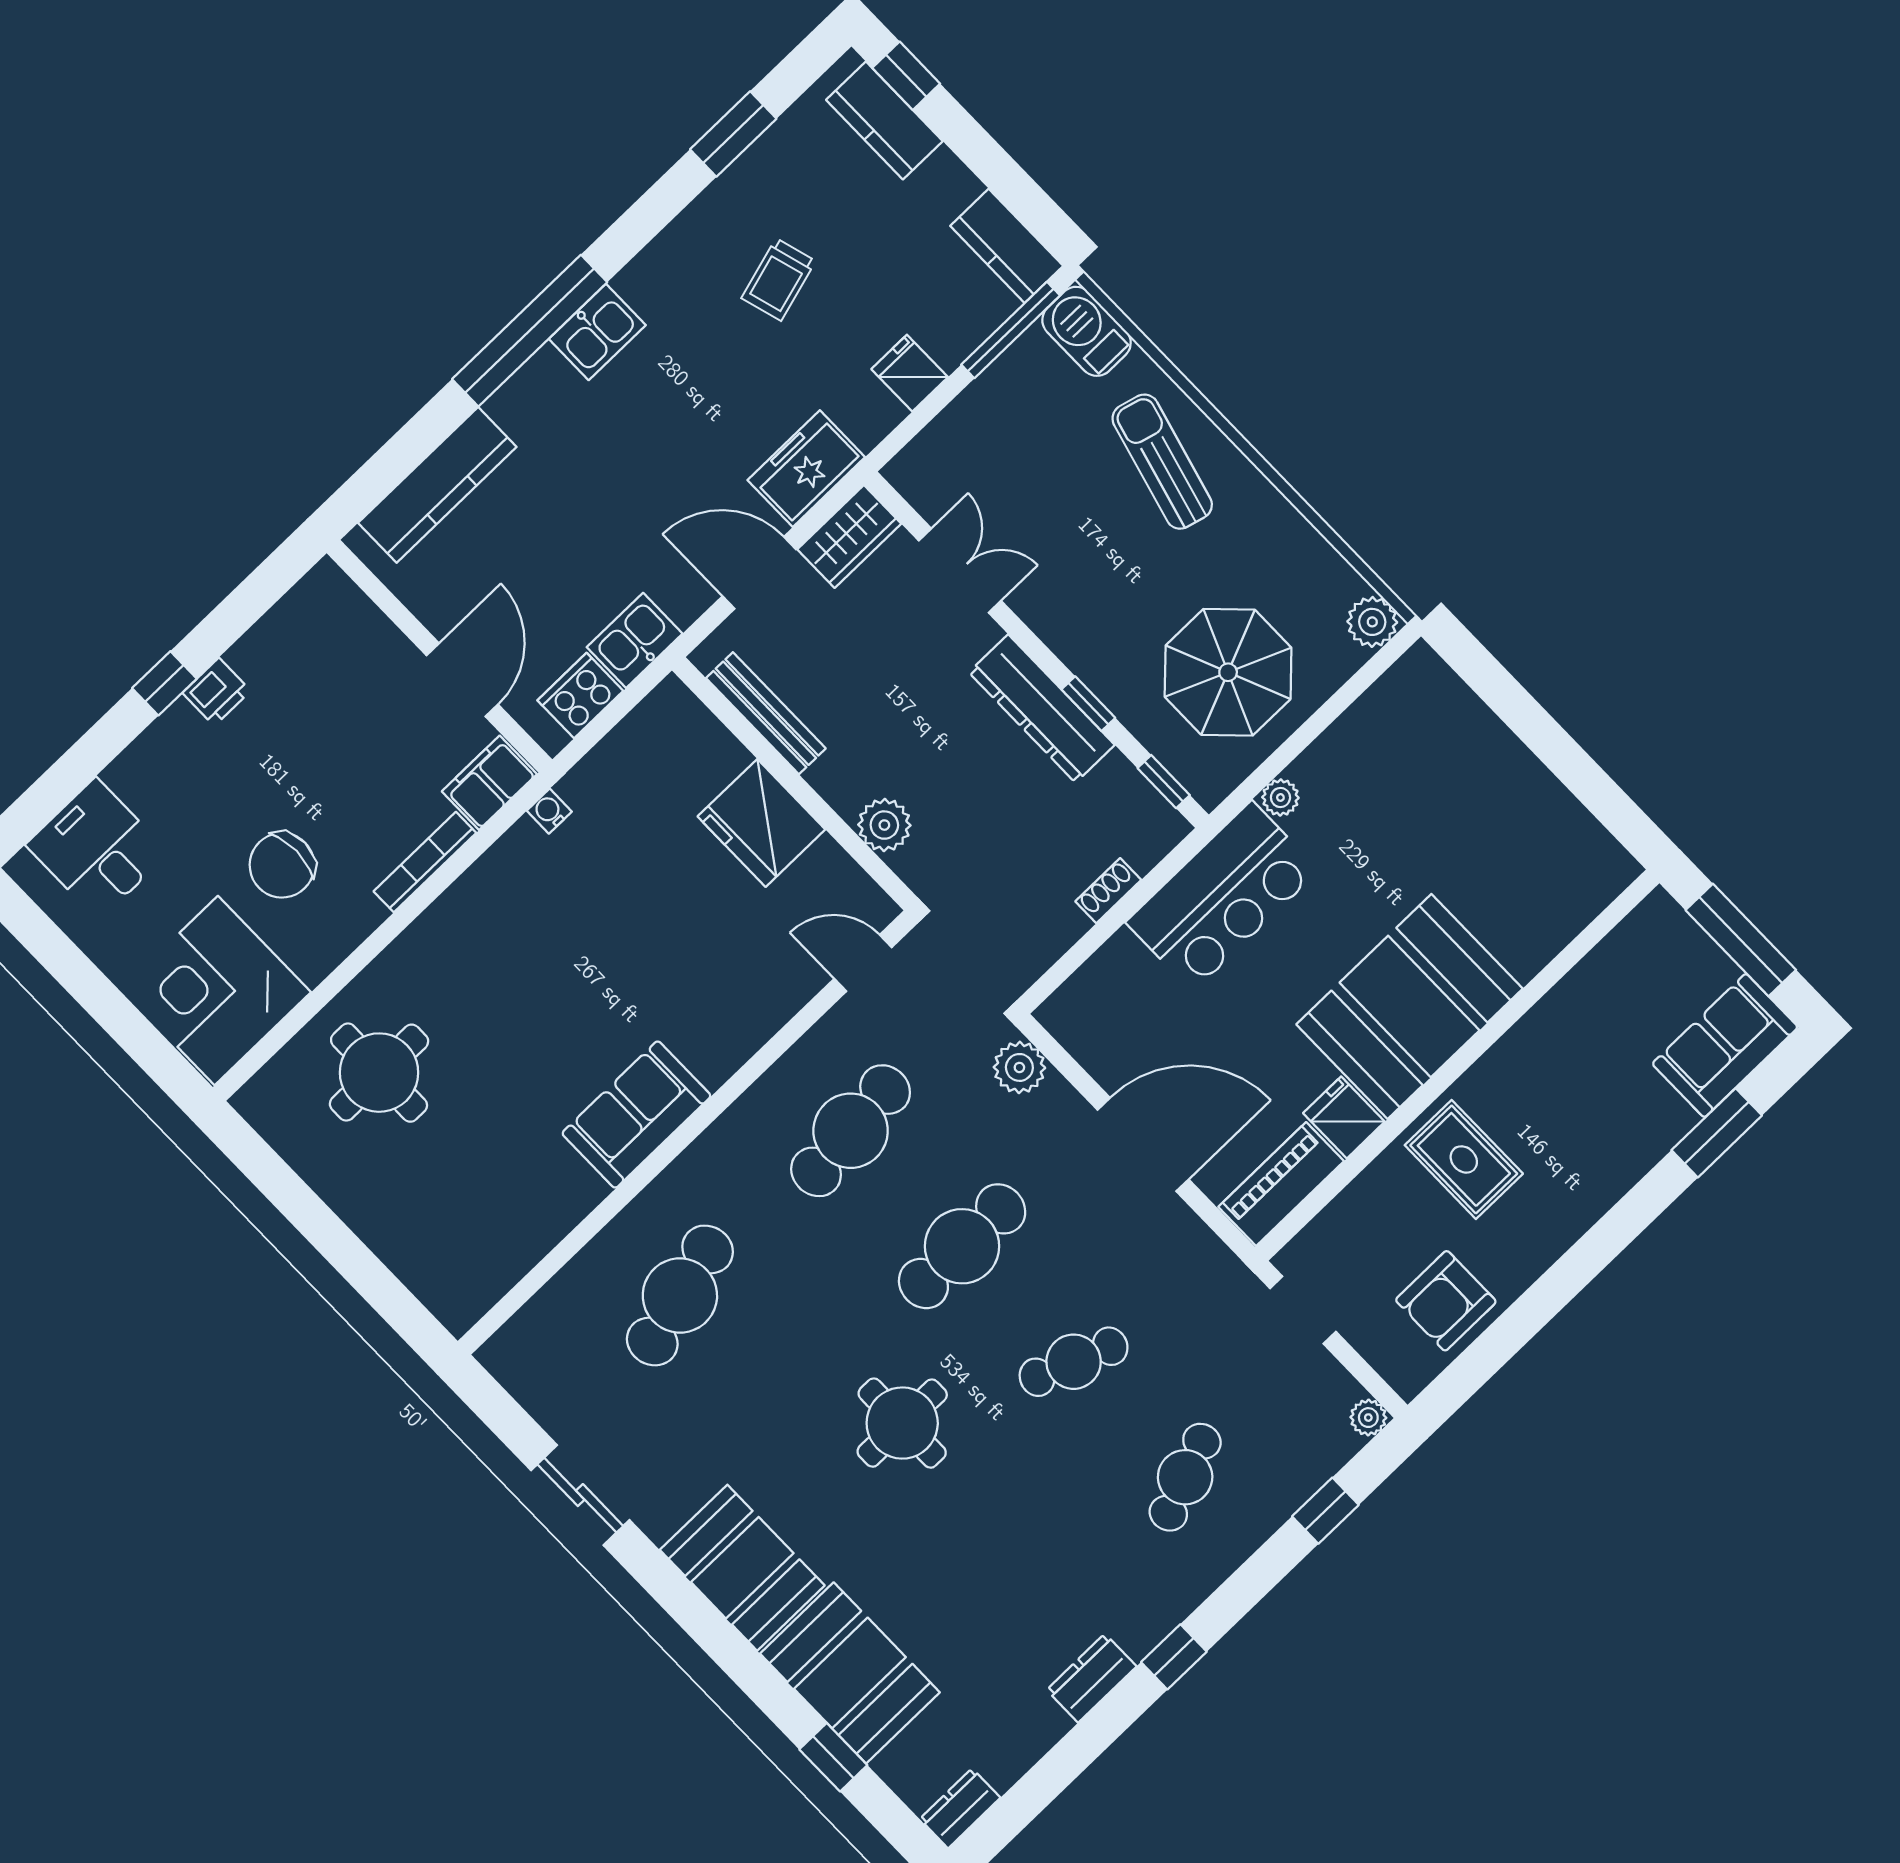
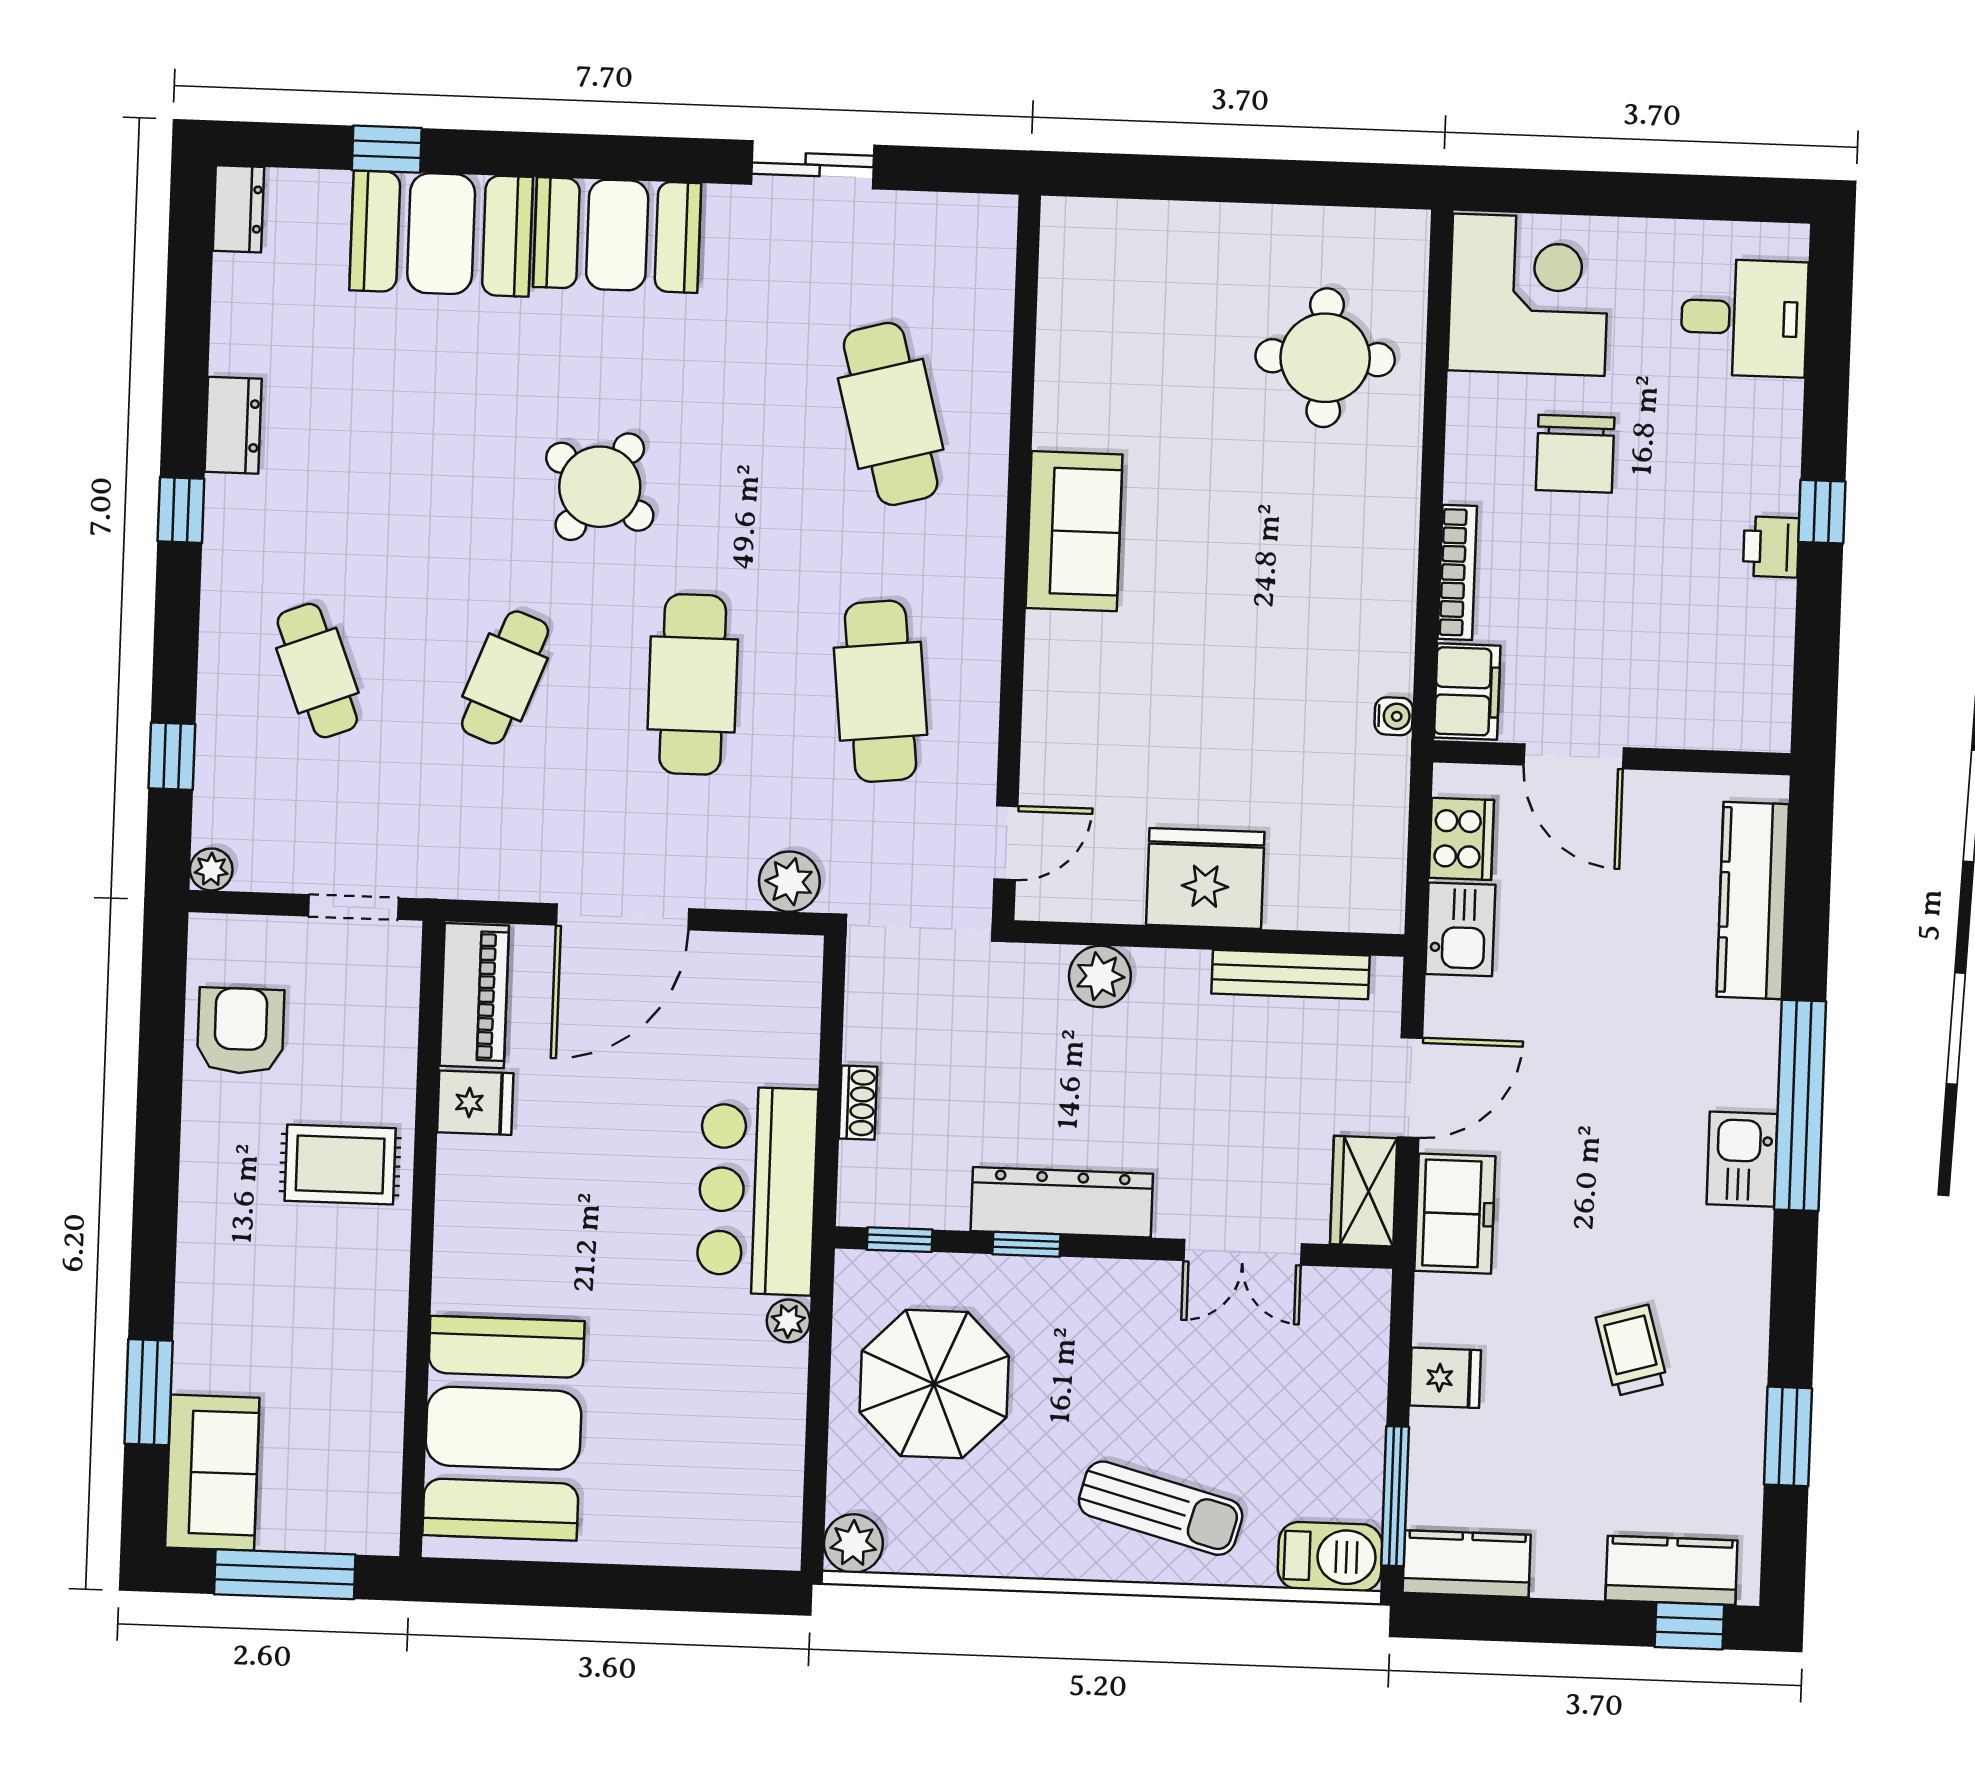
chair: (282, 865) -> (1575, 454), turned 180
booth: (1409, 1006) -> (503, 1428), moved
round table: (902, 1423) -> (600, 487), turned 35

